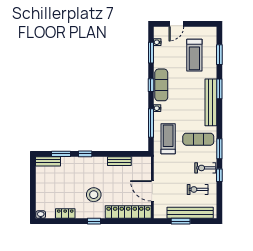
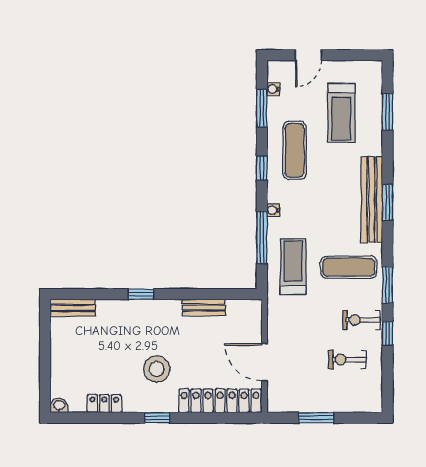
exercise mat: (161, 85) -> (295, 150), moved
window: (219, 89) -> (387, 202), moved
window: (61, 154) -> (97, 294), removed
bench: (190, 213) -> (334, 402), removed

